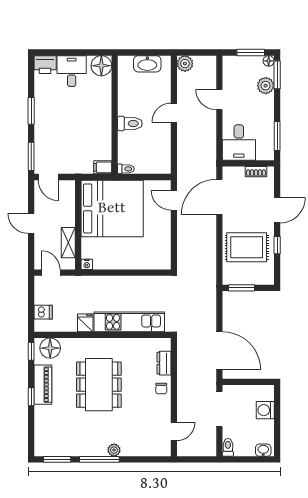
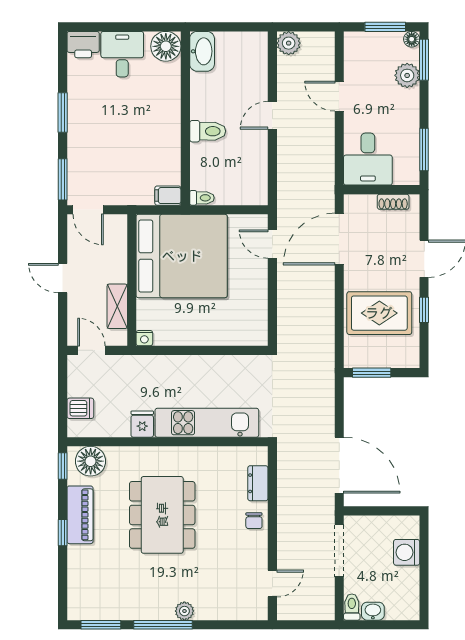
washbasin: (147, 64) -> (202, 51), moved, turned -90
washbasin: (263, 450) -> (373, 611), moved

